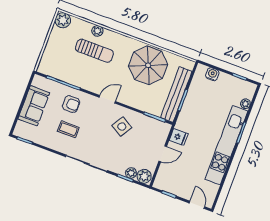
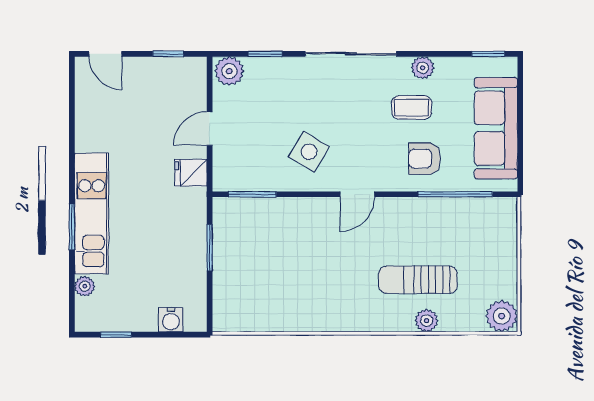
parasol: (148, 65) -> (303, 290), removed
bench: (176, 94) -> (226, 254), removed
sofa: (34, 106) -> (496, 128), width x1.36
kitchen unit: (226, 145) -> (92, 214), width x0.73
plant: (131, 173) -> (423, 68), moved

